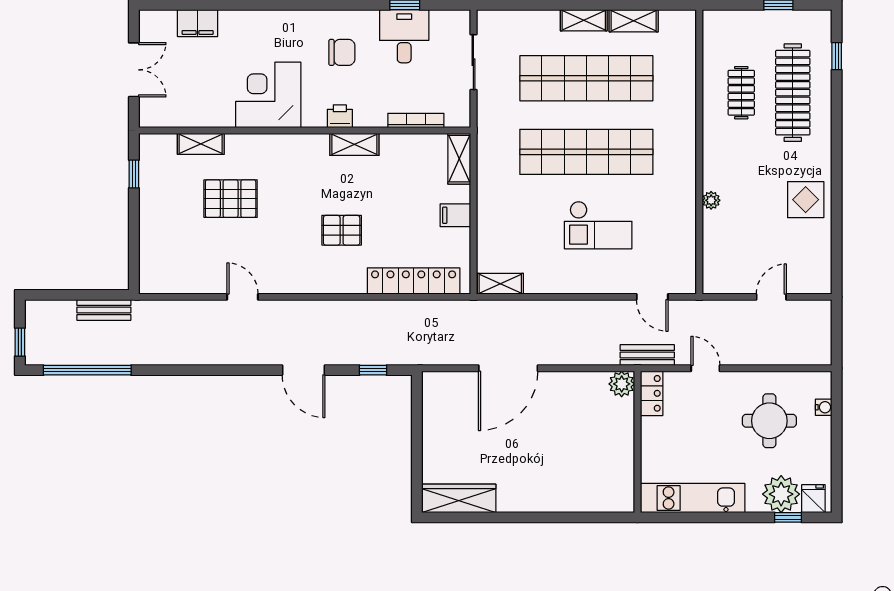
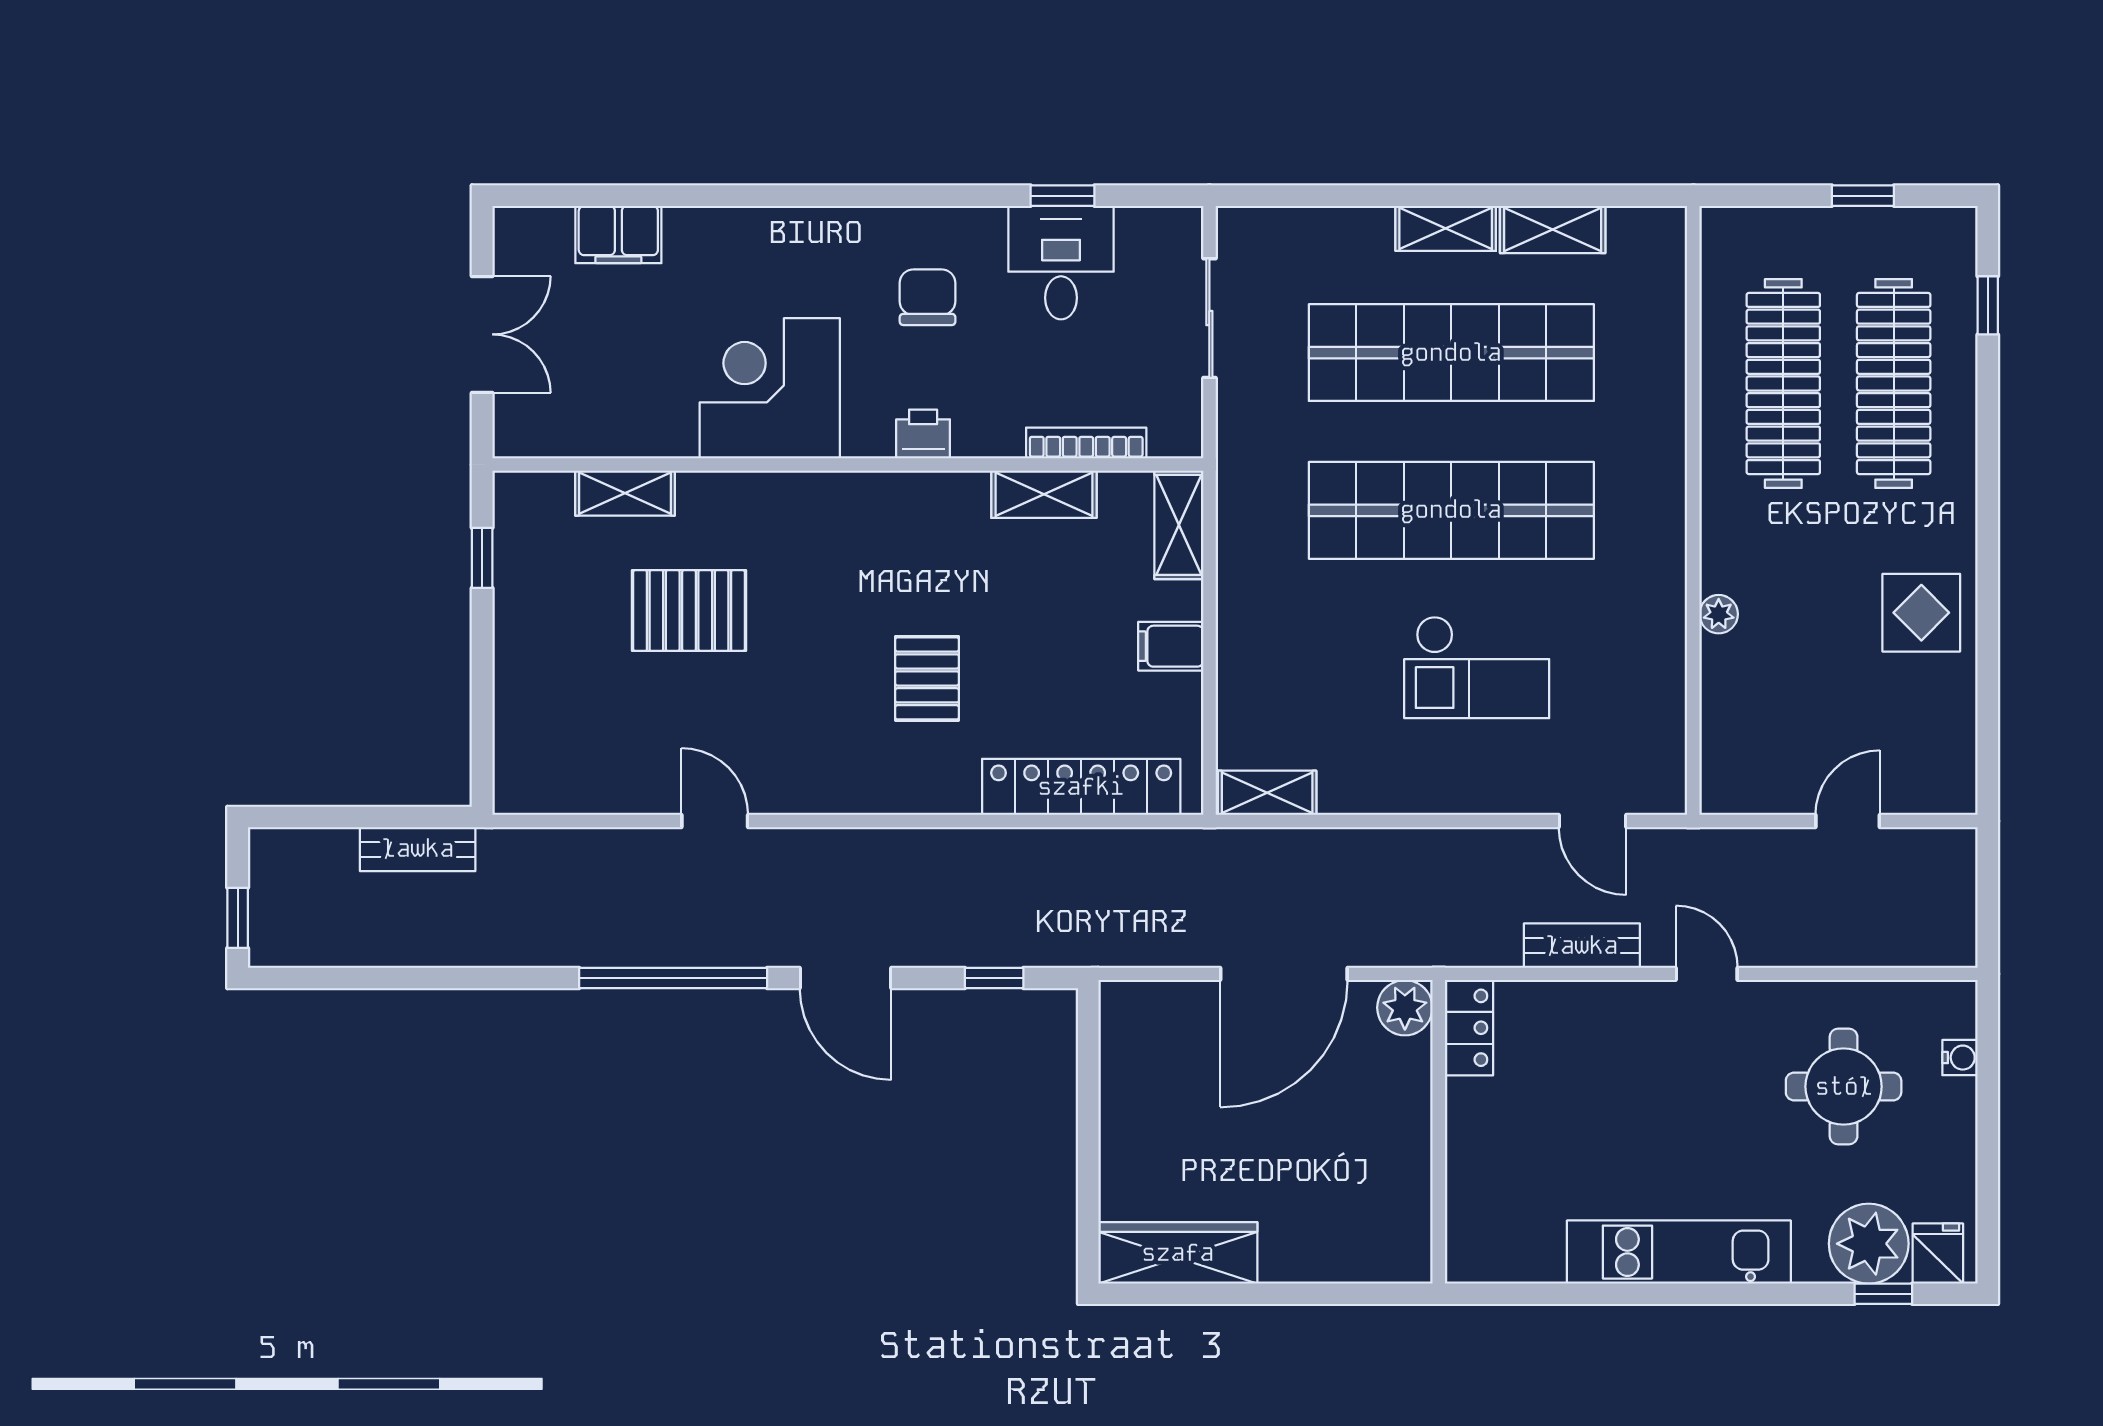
chair: (342, 52) -> (928, 297), turned -90
clothes rail: (741, 93) -> (1783, 383), width x1.86, depth x1.31
shelving: (354, 144) -> (1044, 494), moved
pallet: (342, 230) -> (927, 678), turned 90
window: (87, 370) -> (673, 978), moved
plant: (622, 384) -> (1405, 1008), moved
locker: (652, 393) -> (1469, 1028), moved
wall: (637, 442) -> (1439, 1132), moved

